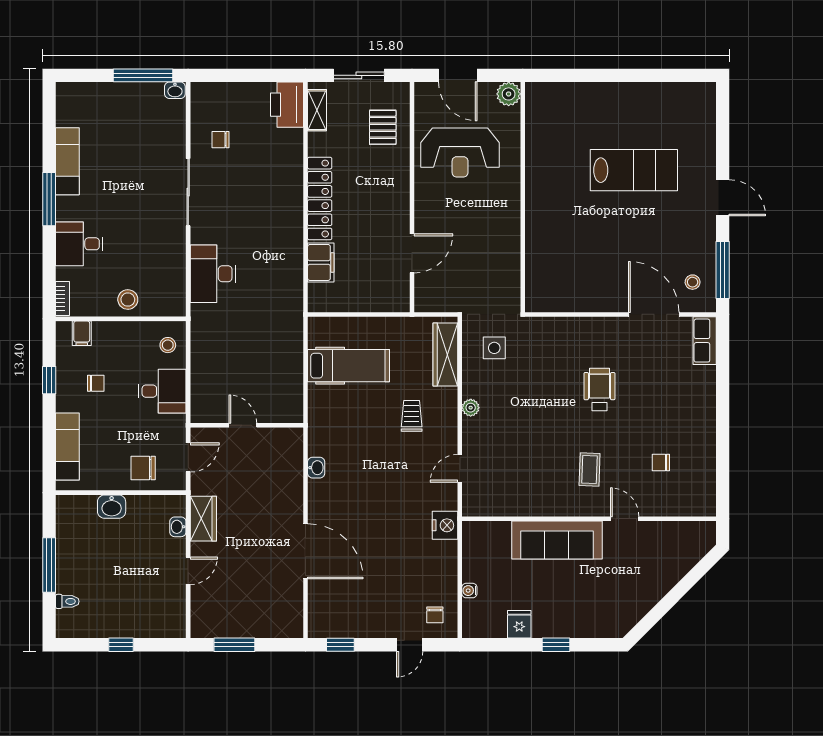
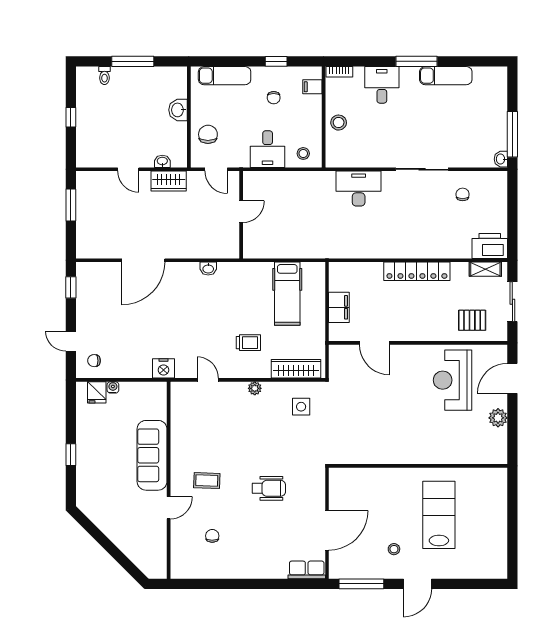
lab bench: (634, 170) -> (439, 515), turned 180
wall: (523, 197) -> (418, 466), moved
filing cabinet: (321, 262) -> (339, 307), moved, turned -90
stool: (693, 282) -> (394, 549), moved
fridge: (519, 624) -> (97, 392), moved, turned 90

